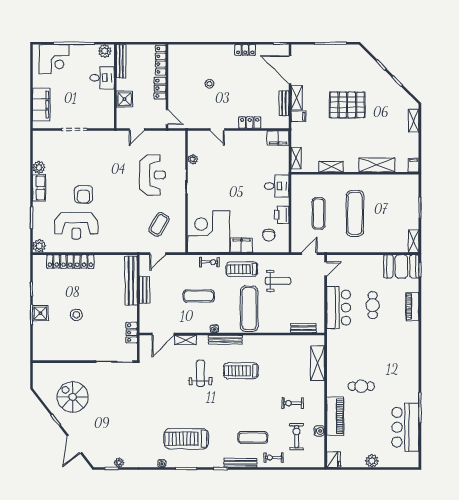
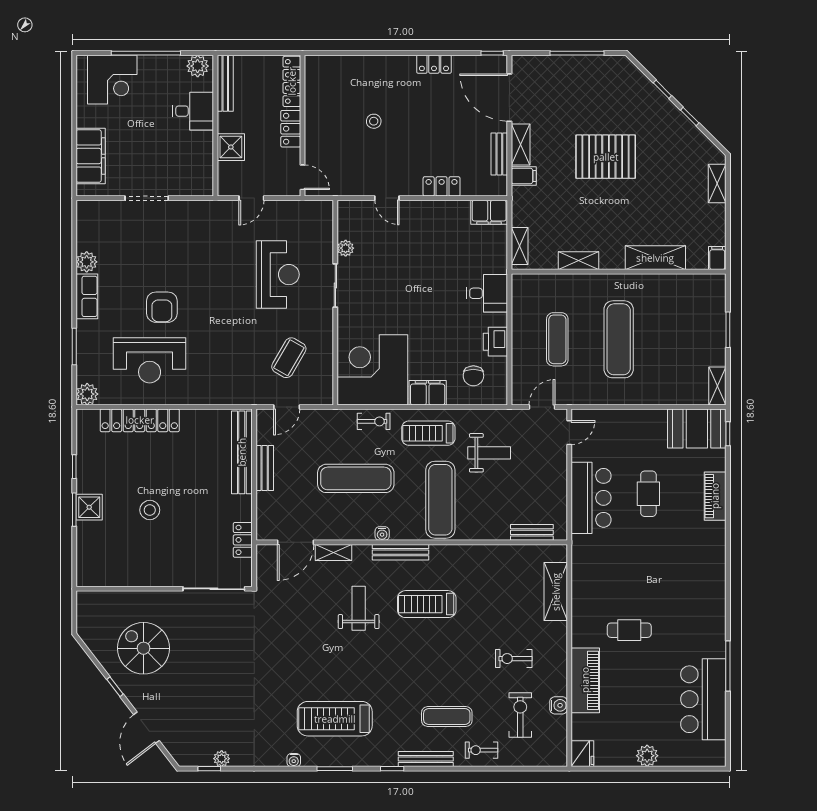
exercise mat: (199, 296) -> (356, 478), width x1.36, depth x1.45

